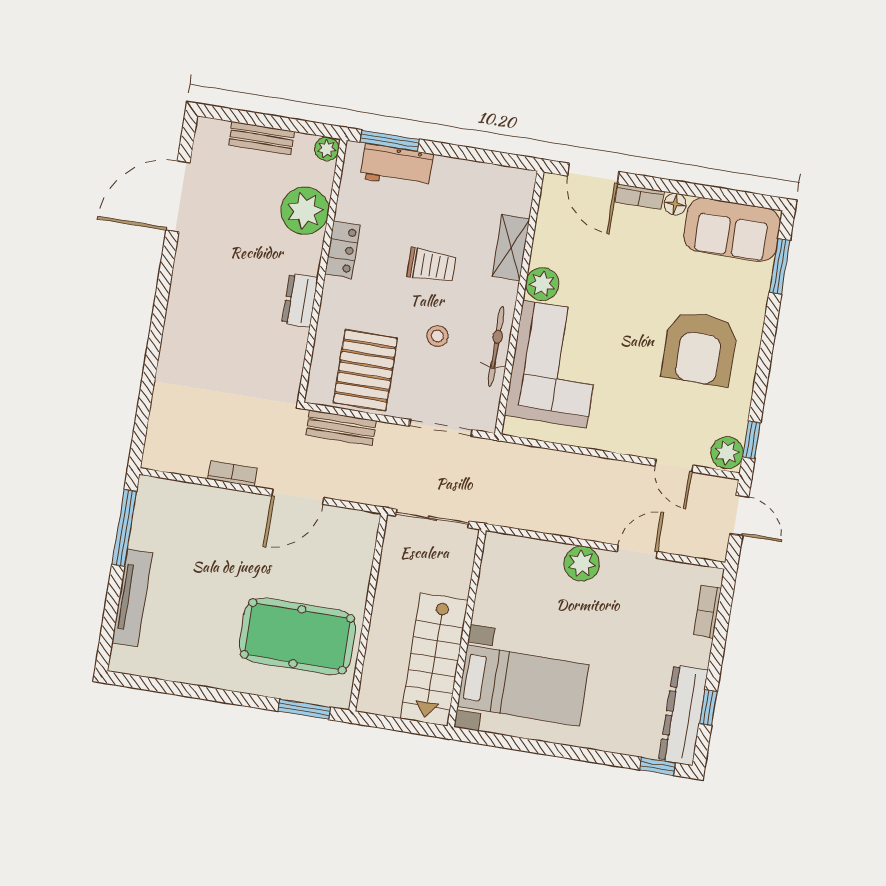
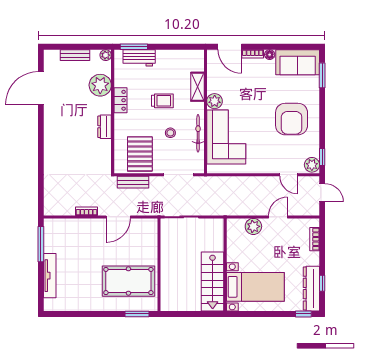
wall: (467, 628) -> (225, 265), moved
stairs: (434, 659) -> (213, 281), moved
bed with nightstands: (523, 686) -> (255, 287), moved

